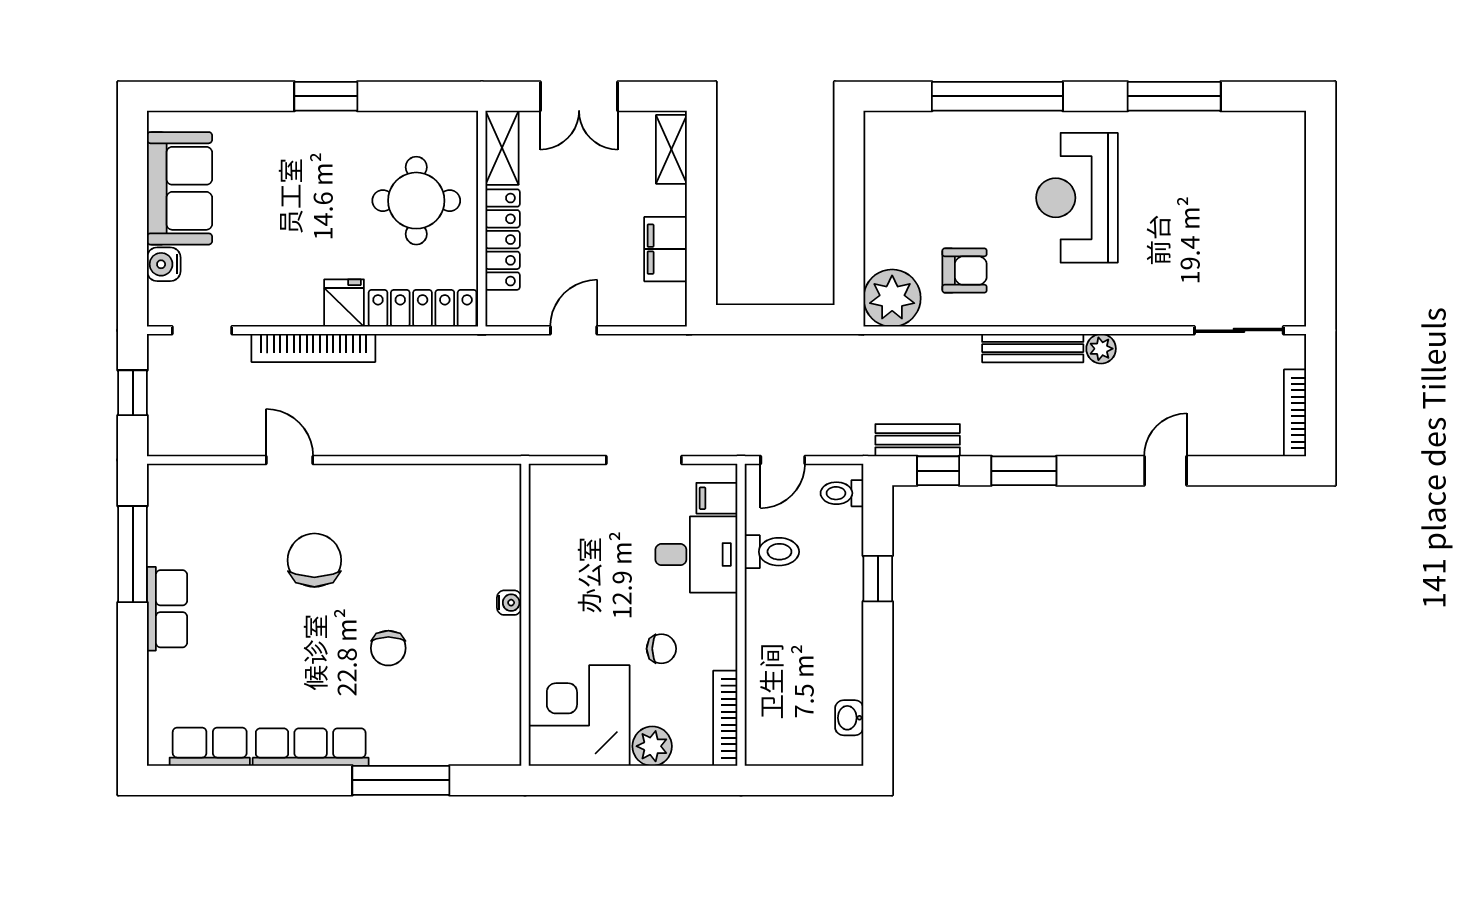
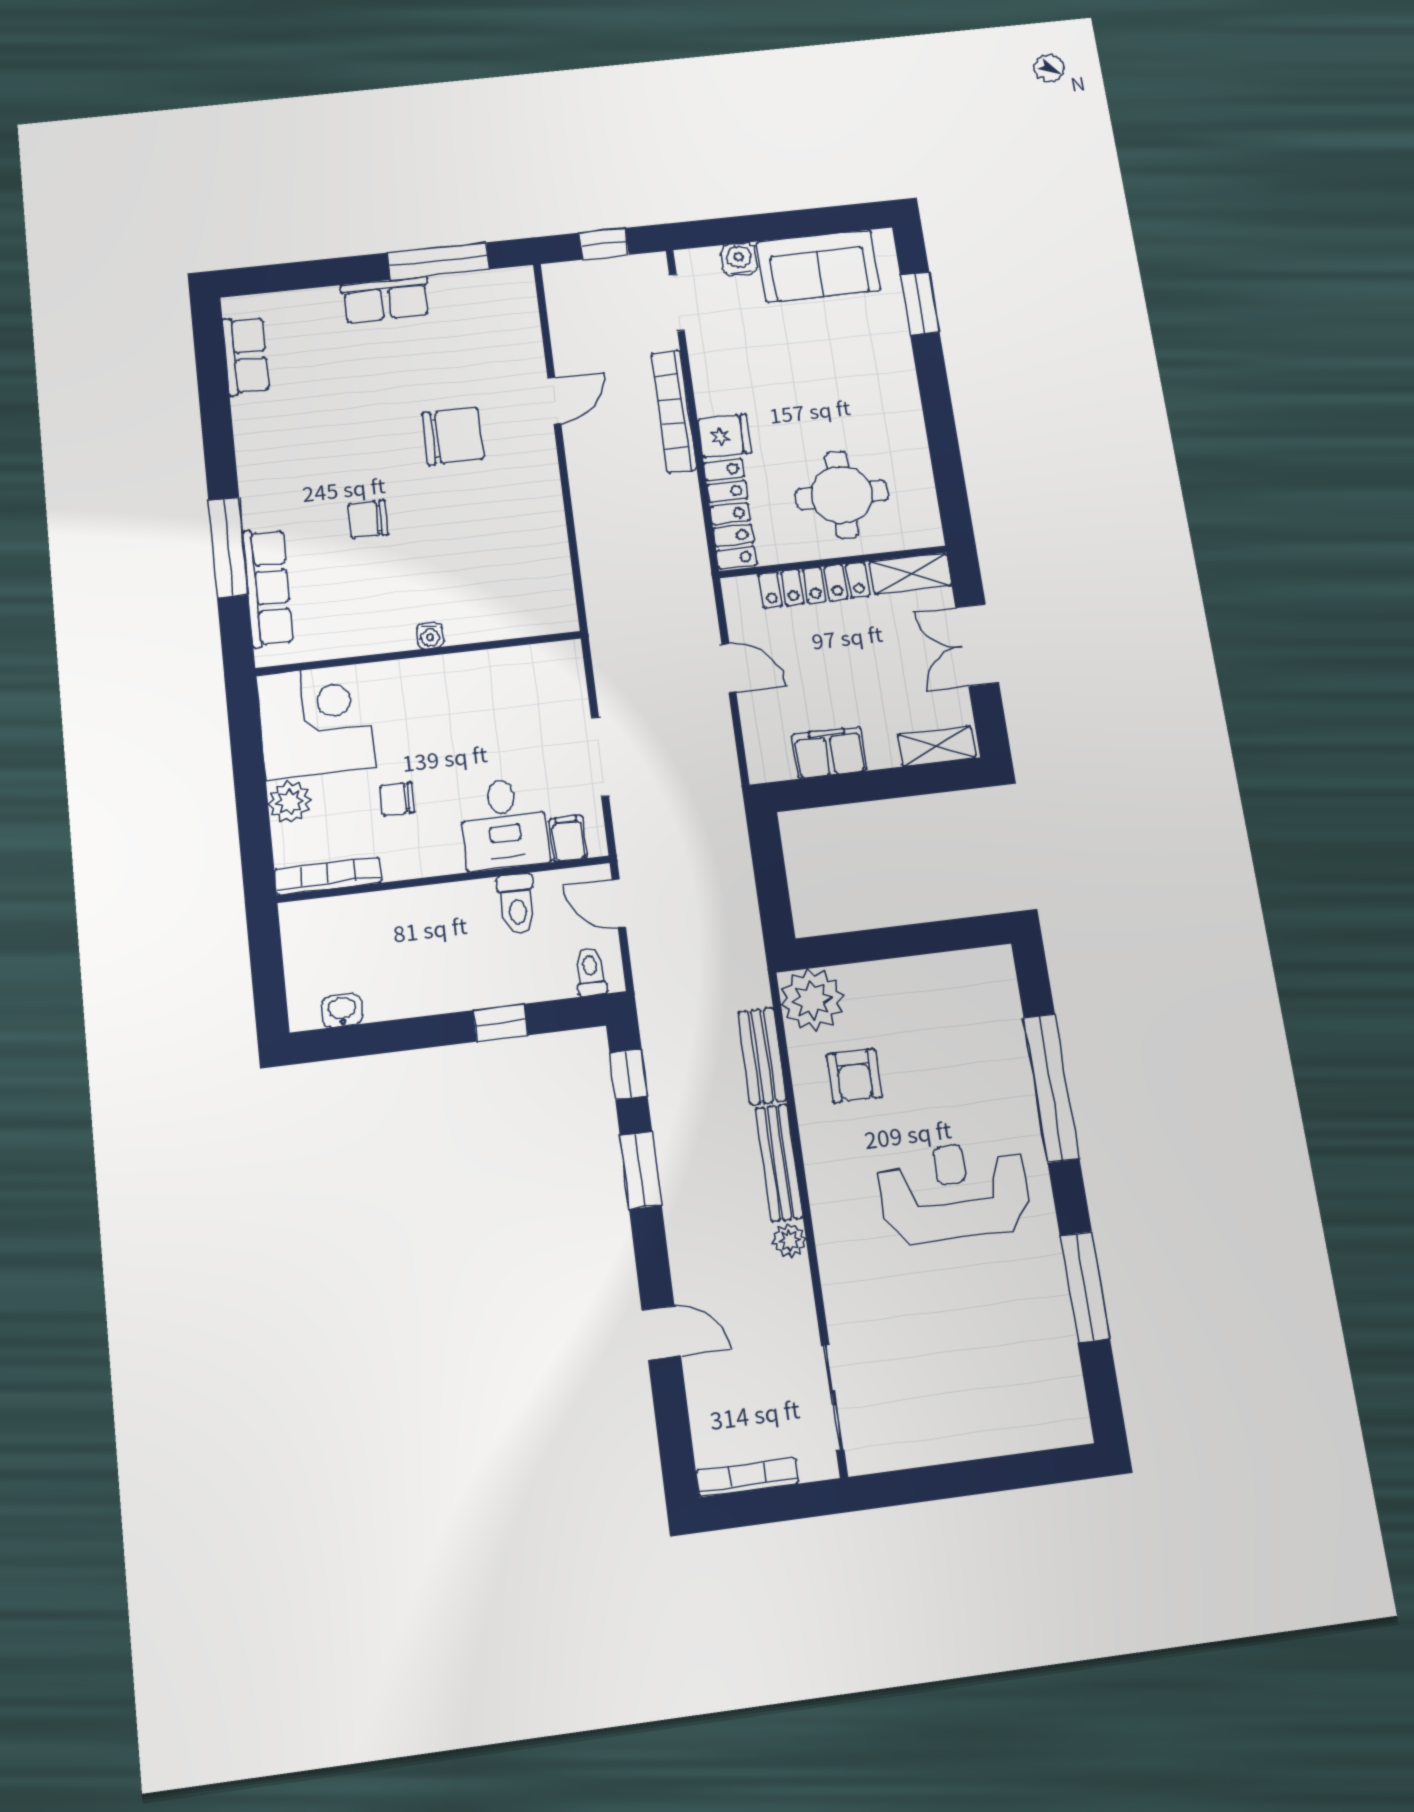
window: (326, 96) -> (920, 304), moved
bench: (918, 440) -> (762, 1056), moved
chair: (661, 649) -> (397, 799), turned 90
row of seats: (311, 747) -> (268, 587), moved

